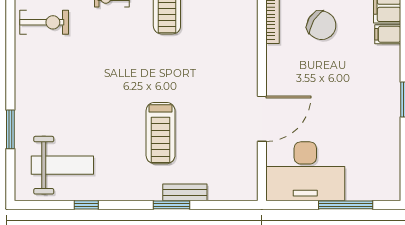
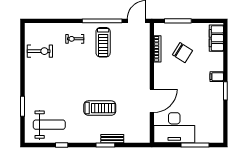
filing cabinet: (388, 34) -> (217, 77), moved
treadmill: (161, 133) -> (100, 108), turned -90

